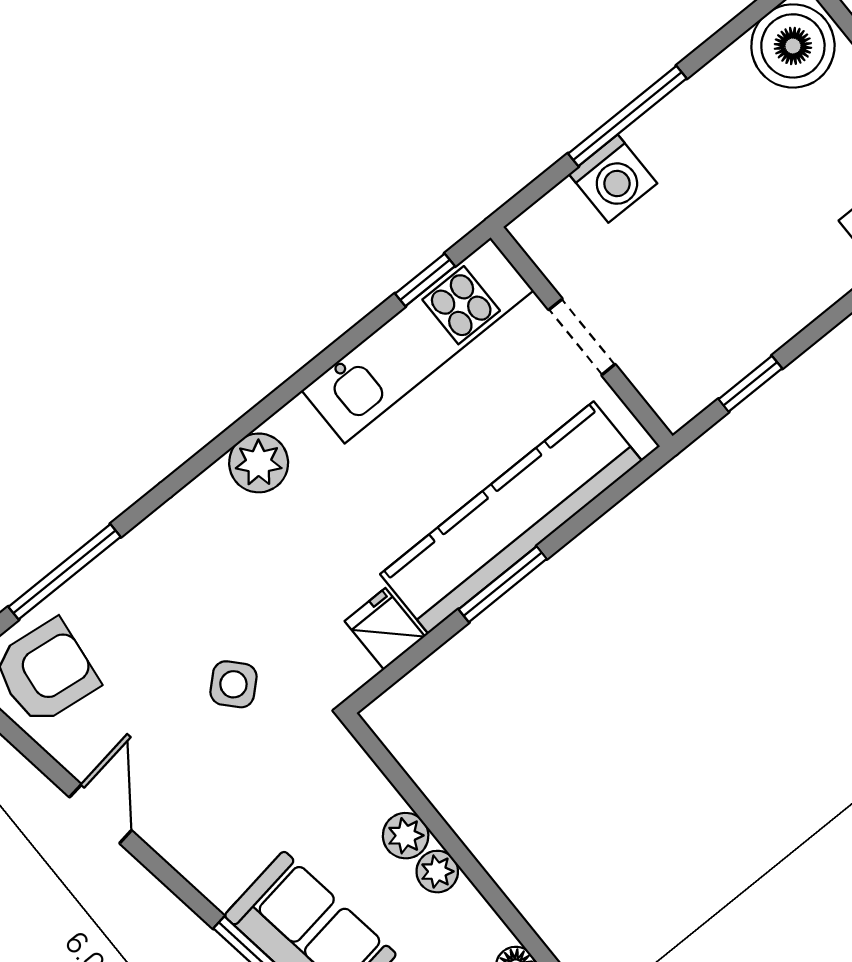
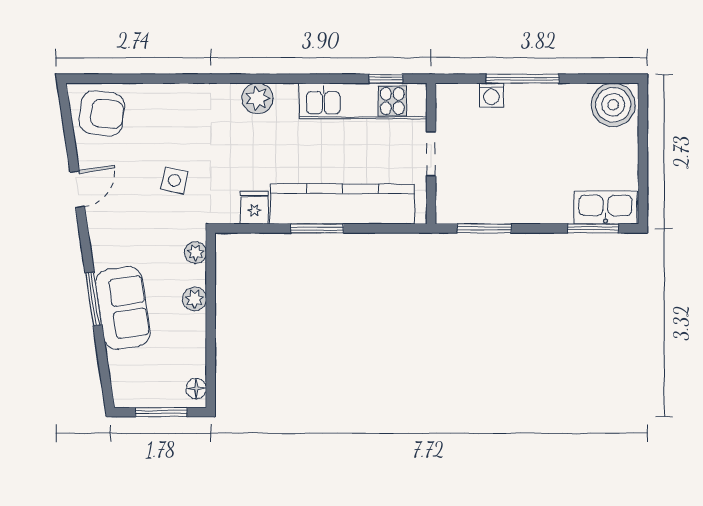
washing machine: (613, 179) -> (491, 95), width x0.73, depth x0.73
window: (750, 384) -> (484, 228), width x1.50
window: (65, 572) -> (142, 79), removed
side table: (233, 684) -> (174, 180), turned -34
plant: (437, 872) -> (196, 253), moved

